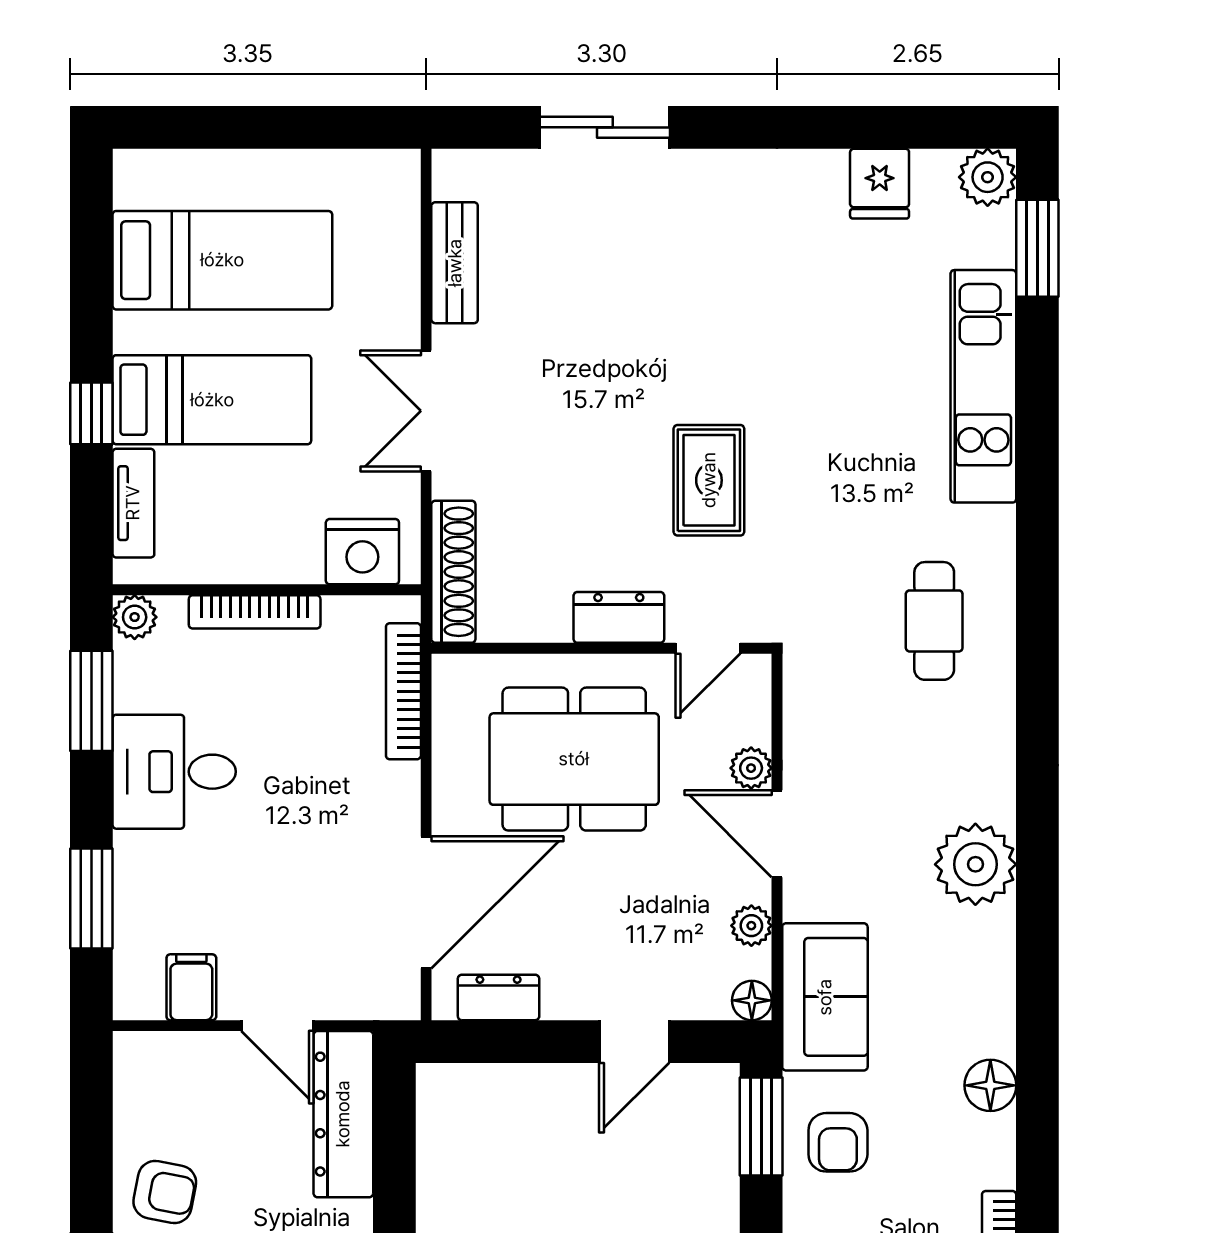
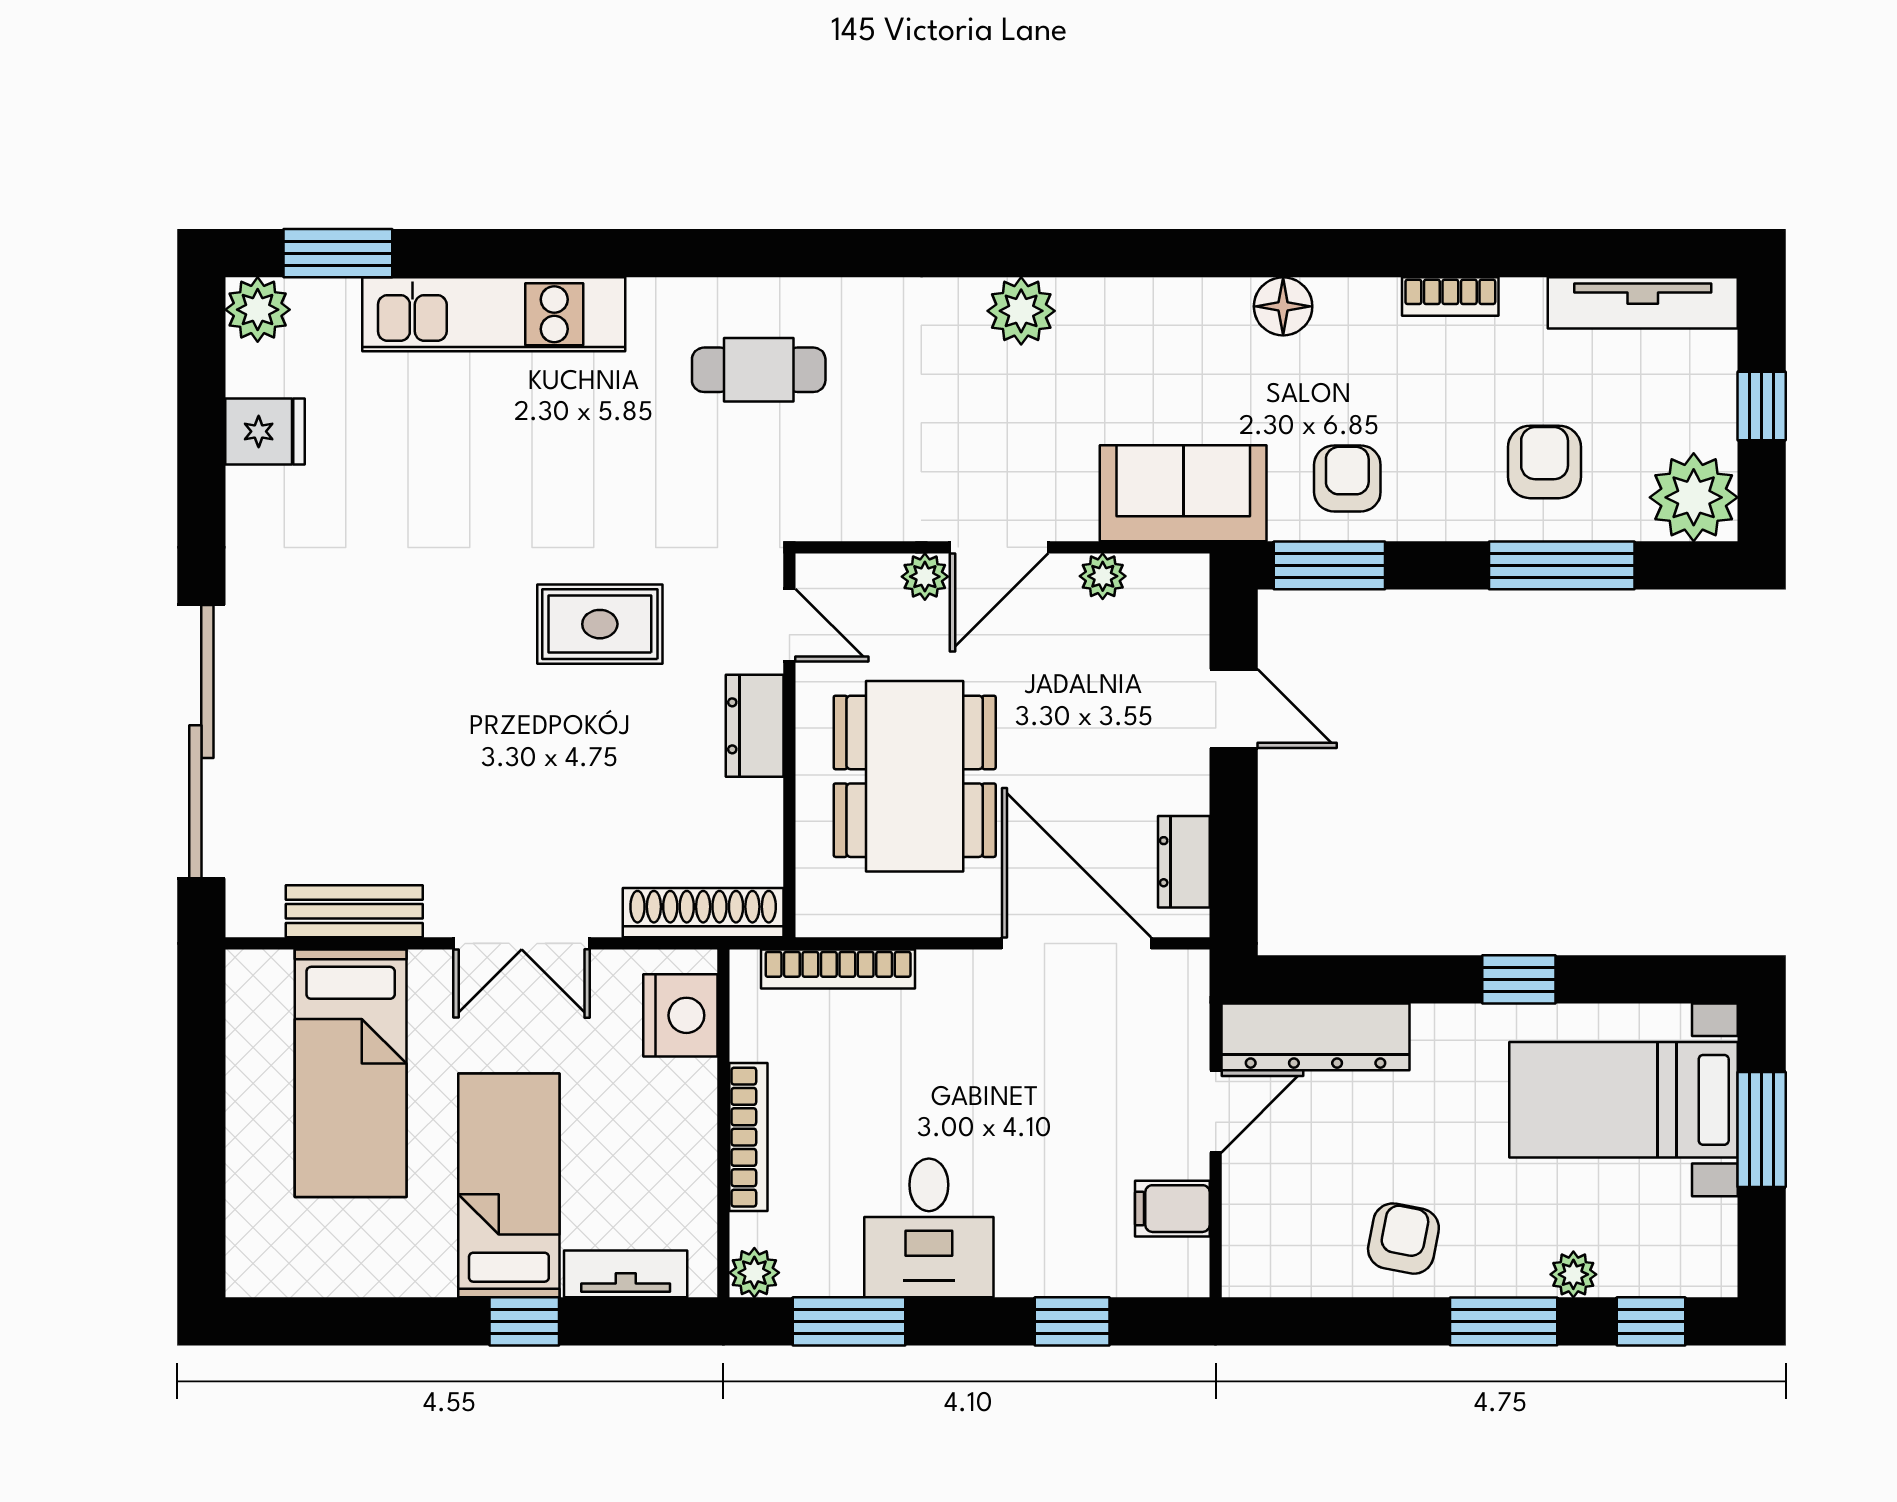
sliding door: (605, 127) -> (201, 742), width x1.86
bed: (222, 260) -> (351, 1073), moved, turned 180
plant: (975, 864) -> (1021, 311), width x0.73, depth x0.73
window: (91, 899) -> (1072, 1321), width x0.67
floor lamp: (752, 1000) -> (1187, 576), removed
armchair: (838, 1142) -> (1347, 478), turned -90

